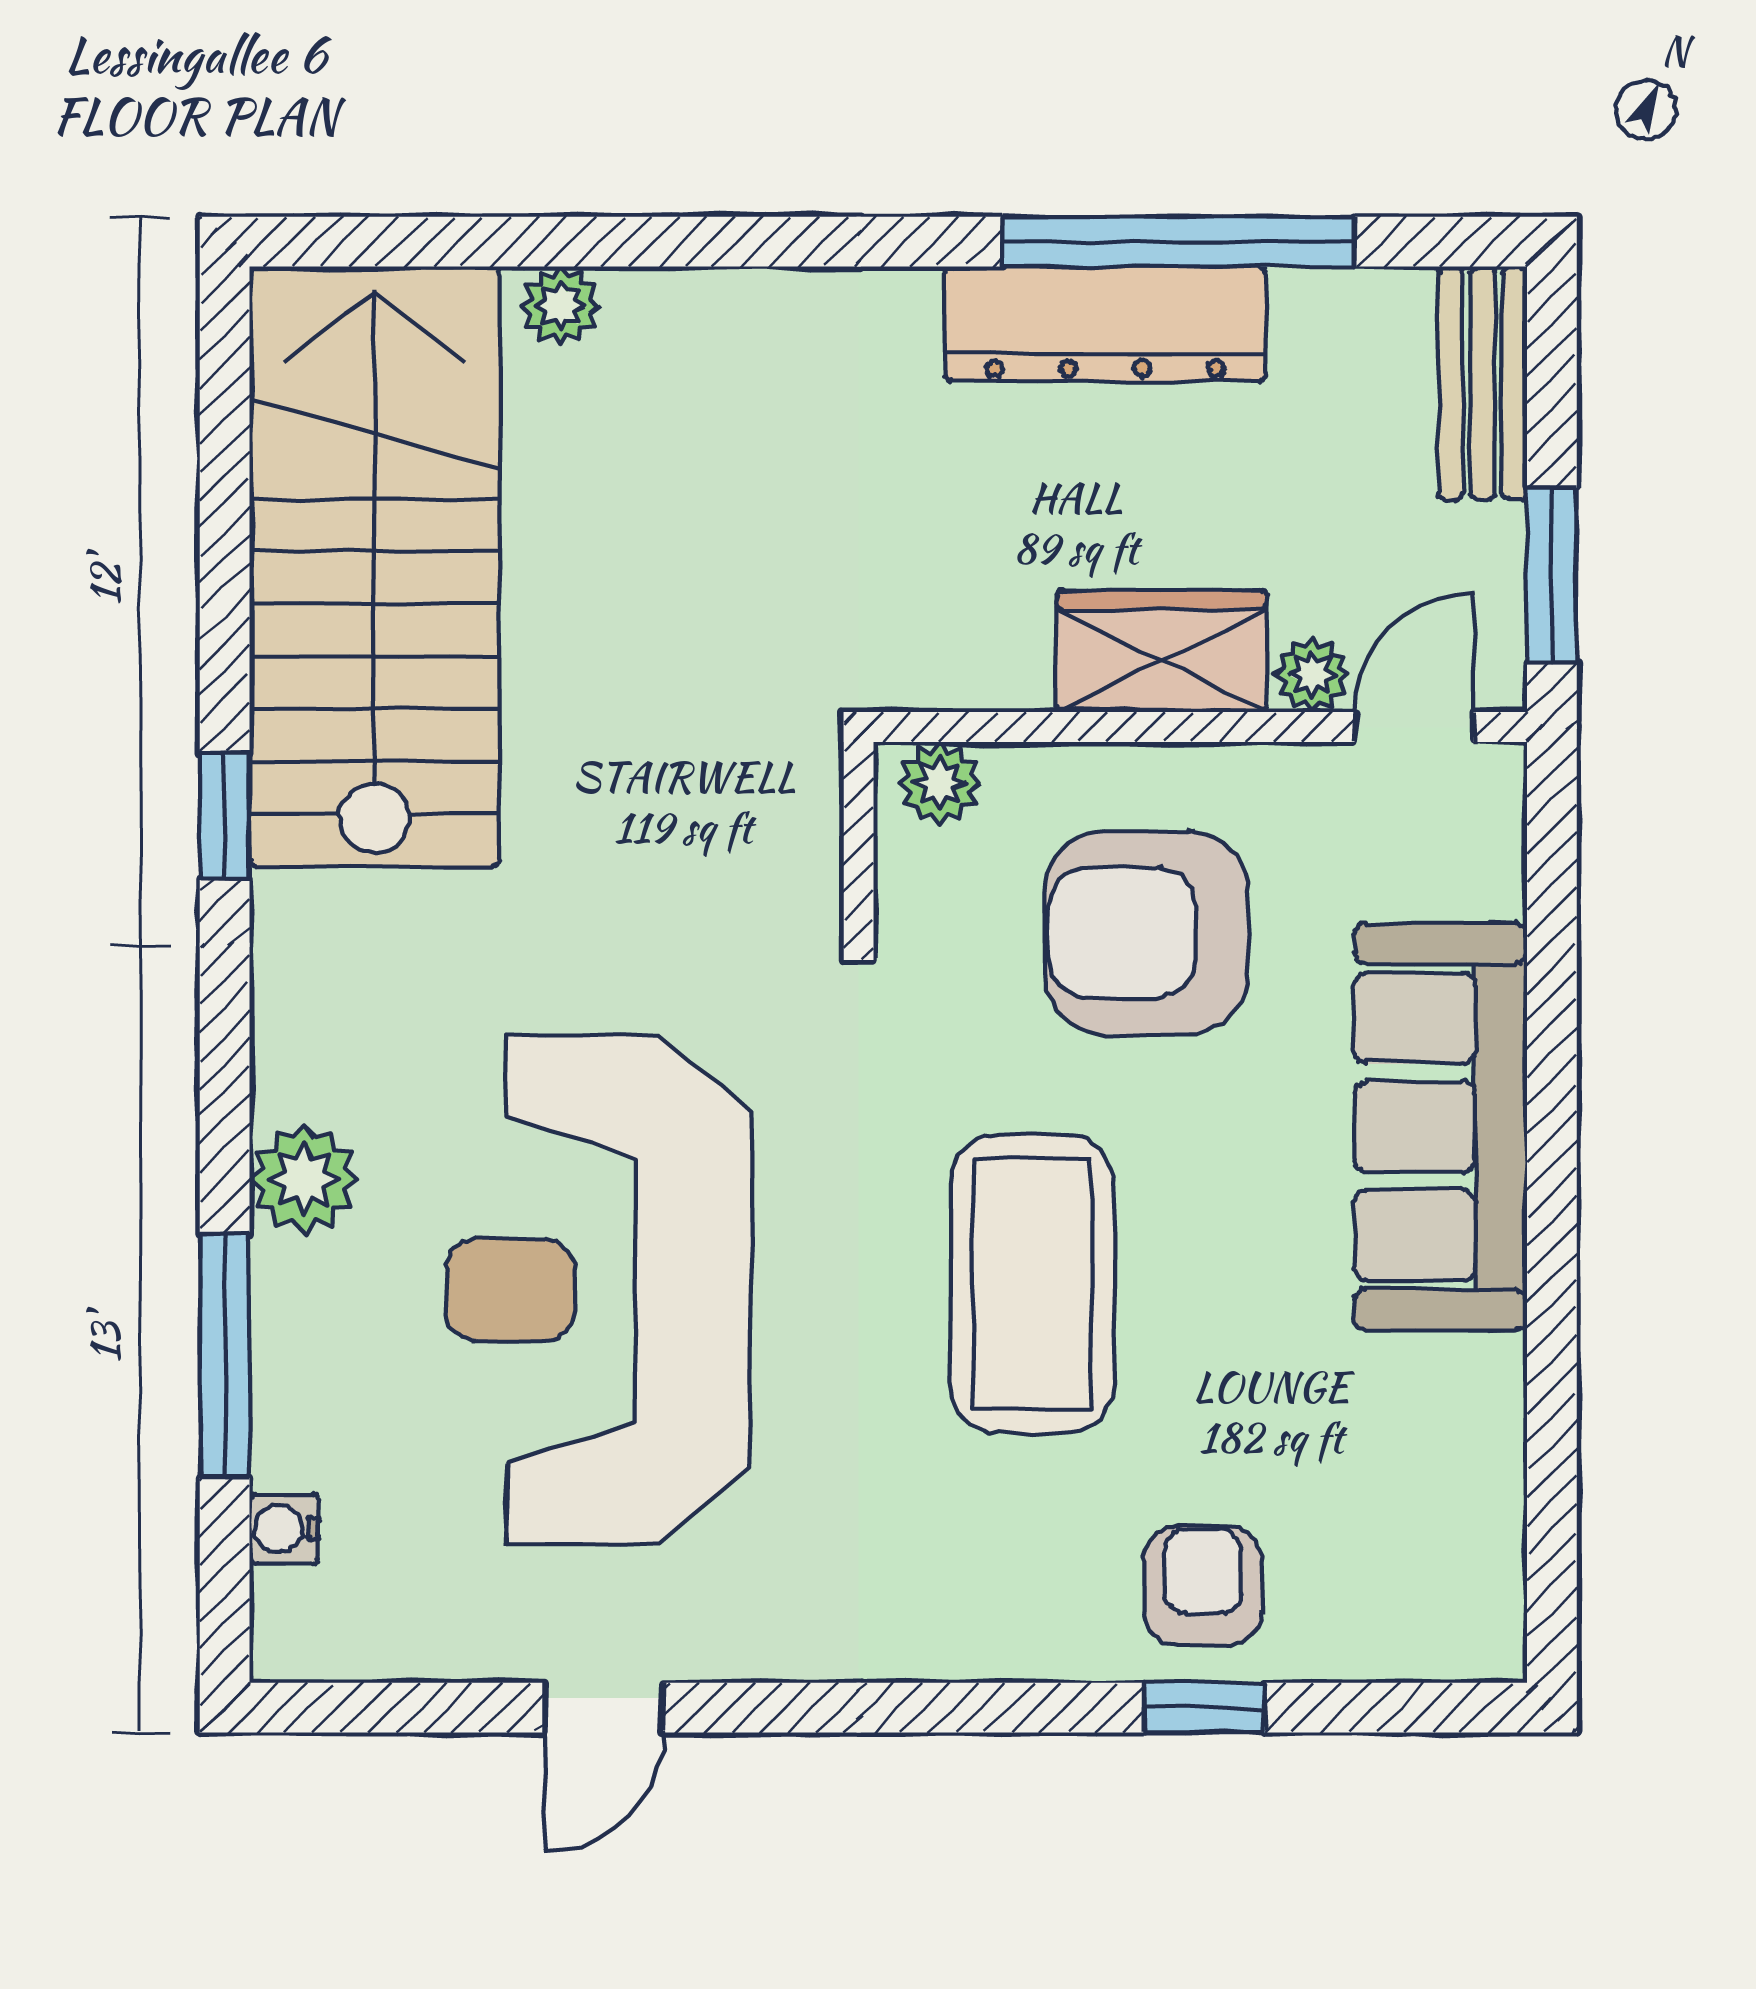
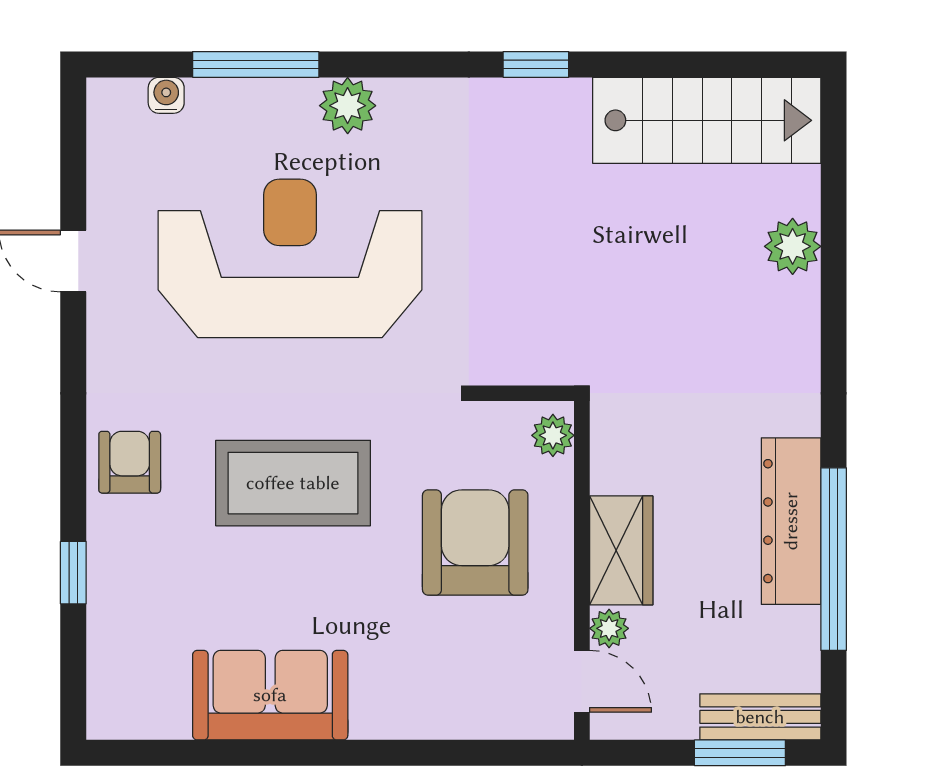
plant: (561, 306) -> (793, 246), width x1.38, depth x1.38
stairs: (374, 566) -> (707, 120), width x0.73, depth x0.66
window: (1552, 575) -> (740, 753), moved
sofa: (1441, 1127) -> (270, 695), moved, width x0.73
armchair: (1203, 1586) -> (130, 462), moved, turned -90

